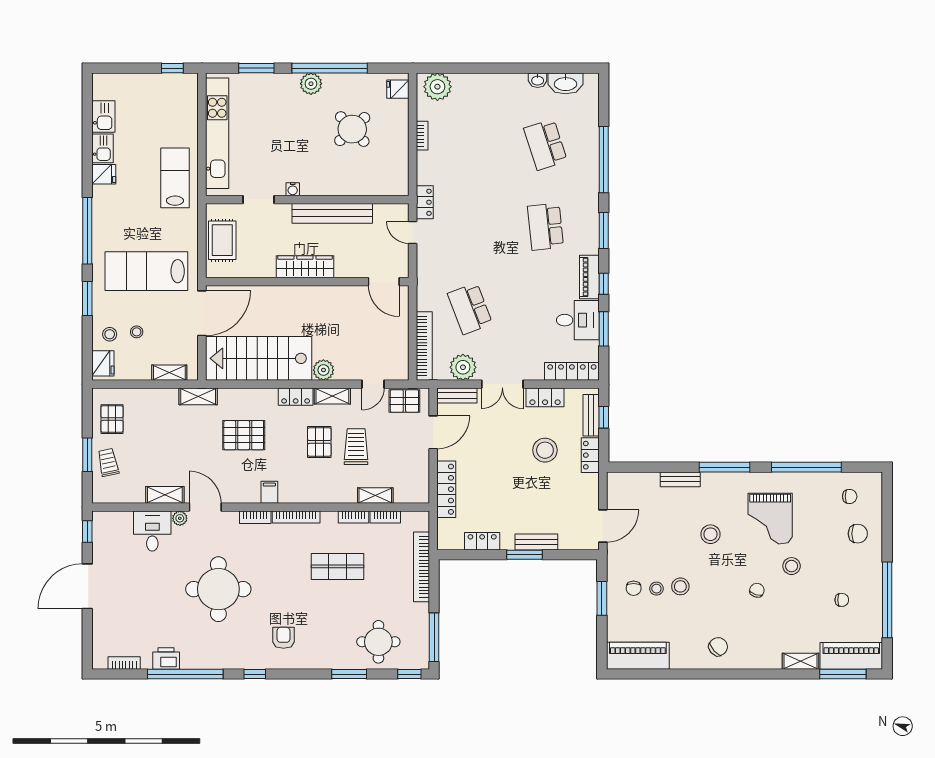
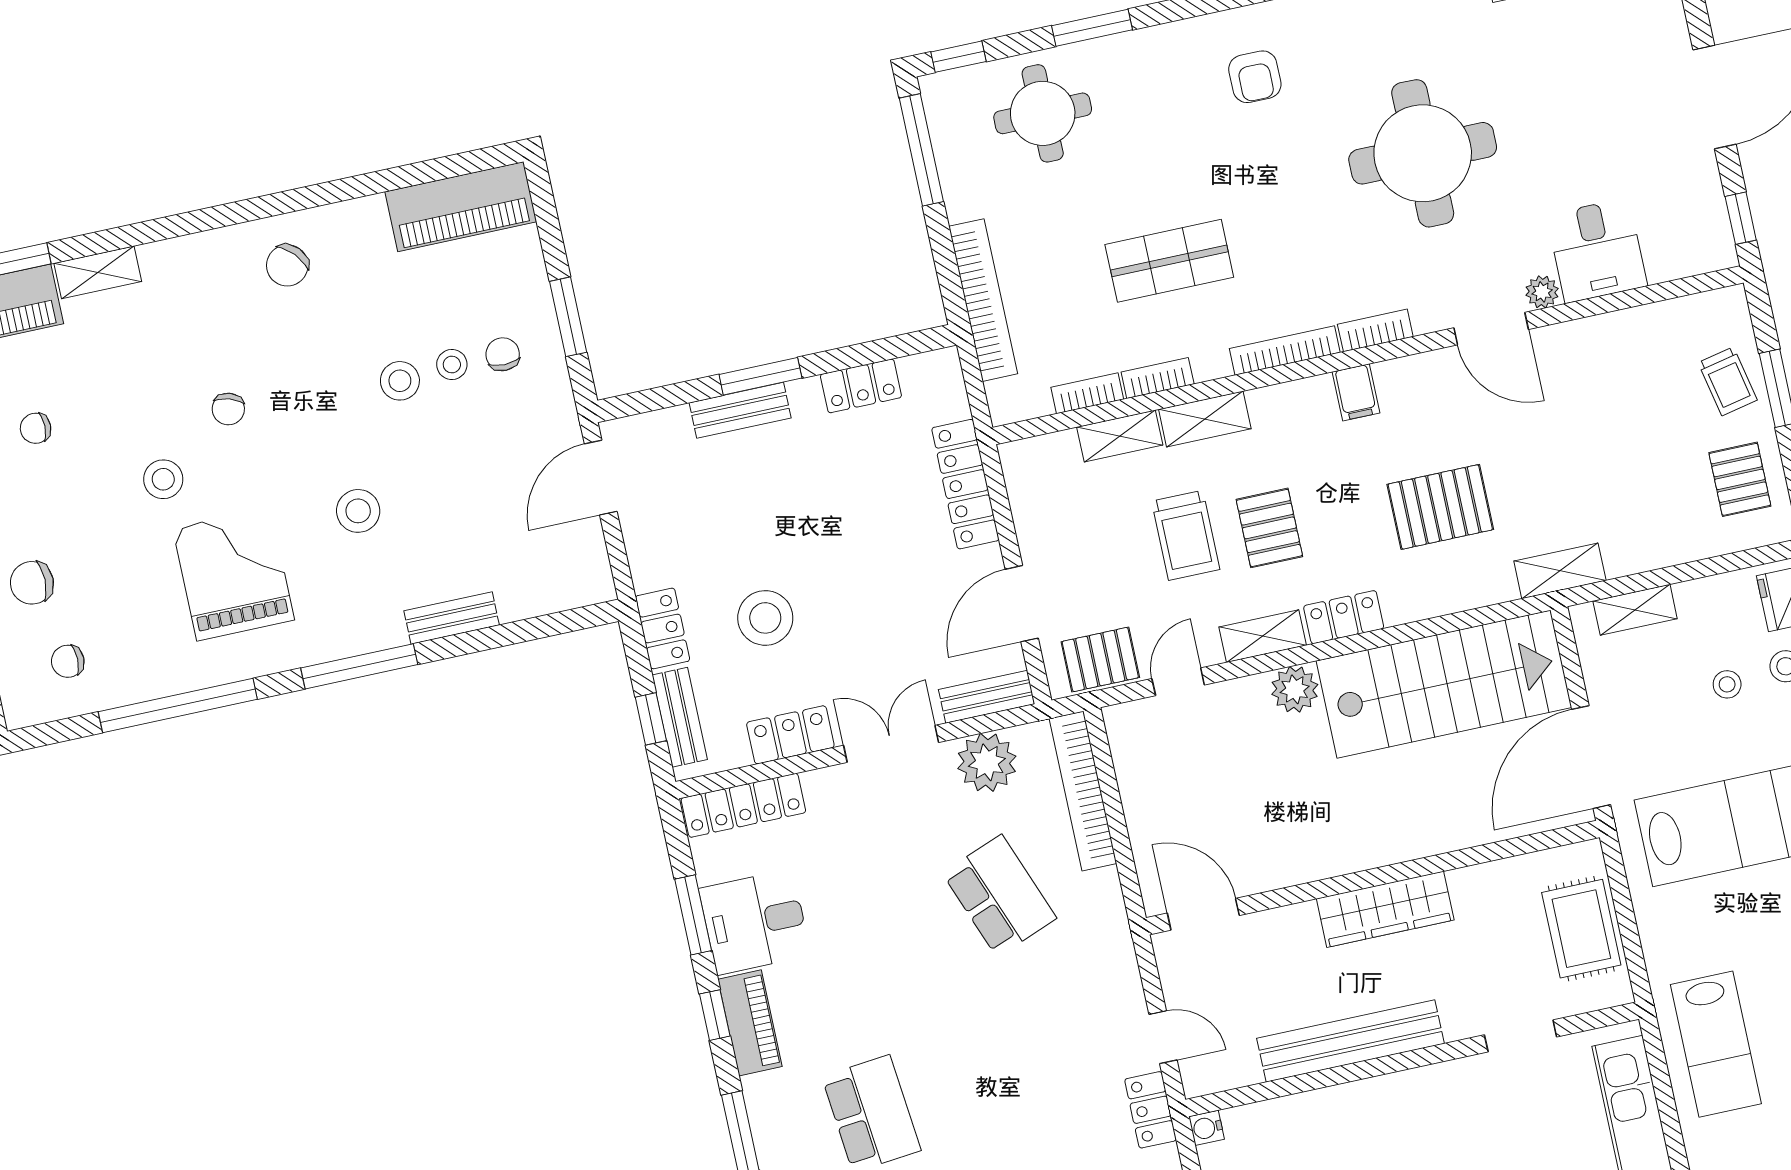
water cooler: (293, 189) -> (1207, 1128), moved, turned -90
shelving: (165, 495) -> (1205, 419), moved

